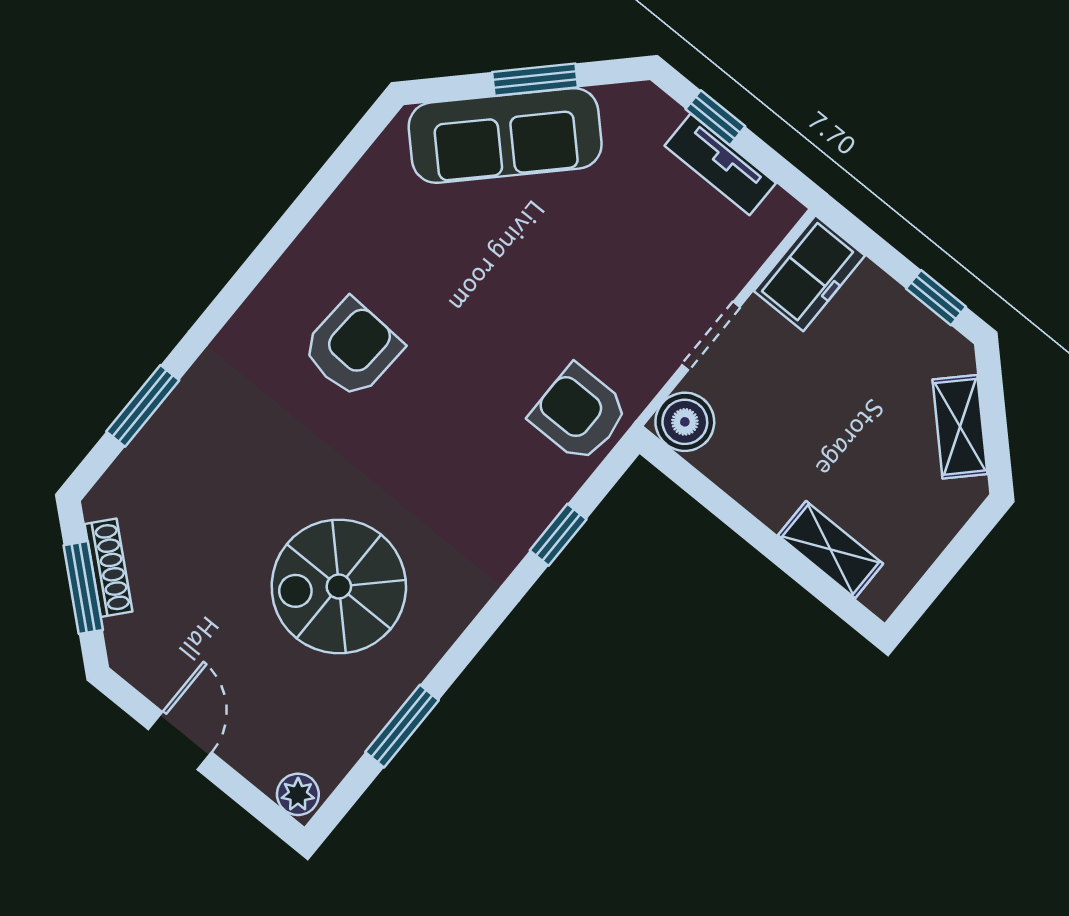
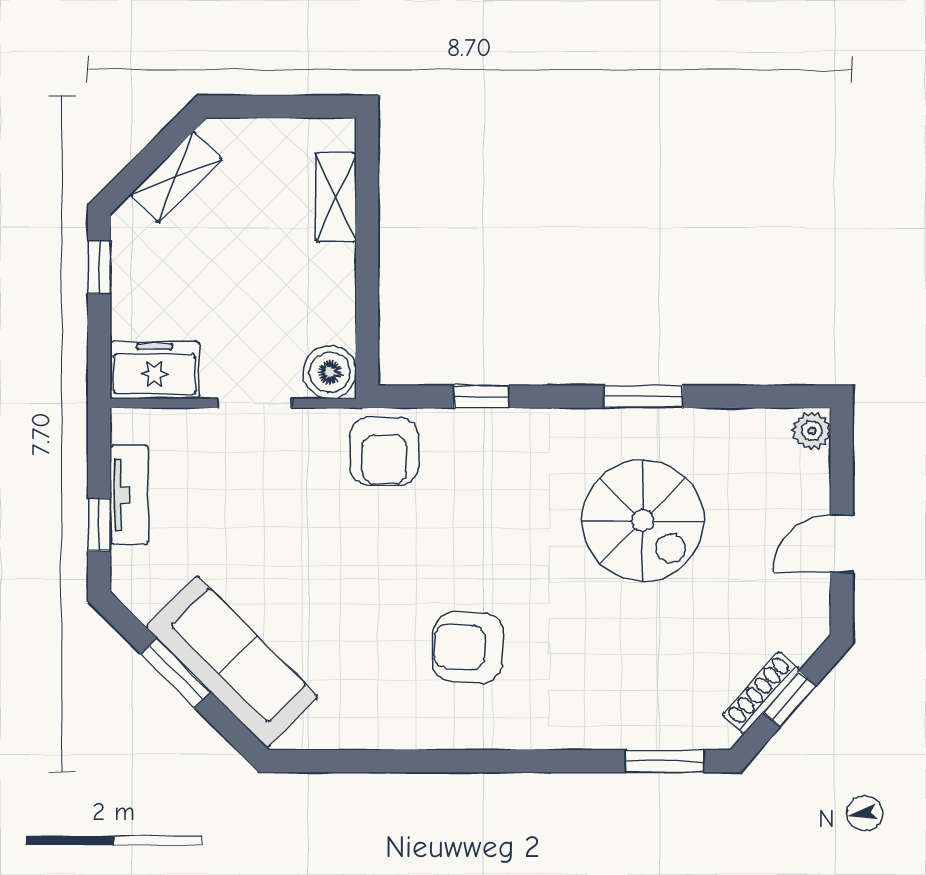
window: (143, 406) -> (665, 761), moved
window: (83, 588) -> (790, 699), width x0.67
window: (402, 726) -> (643, 397), moved

